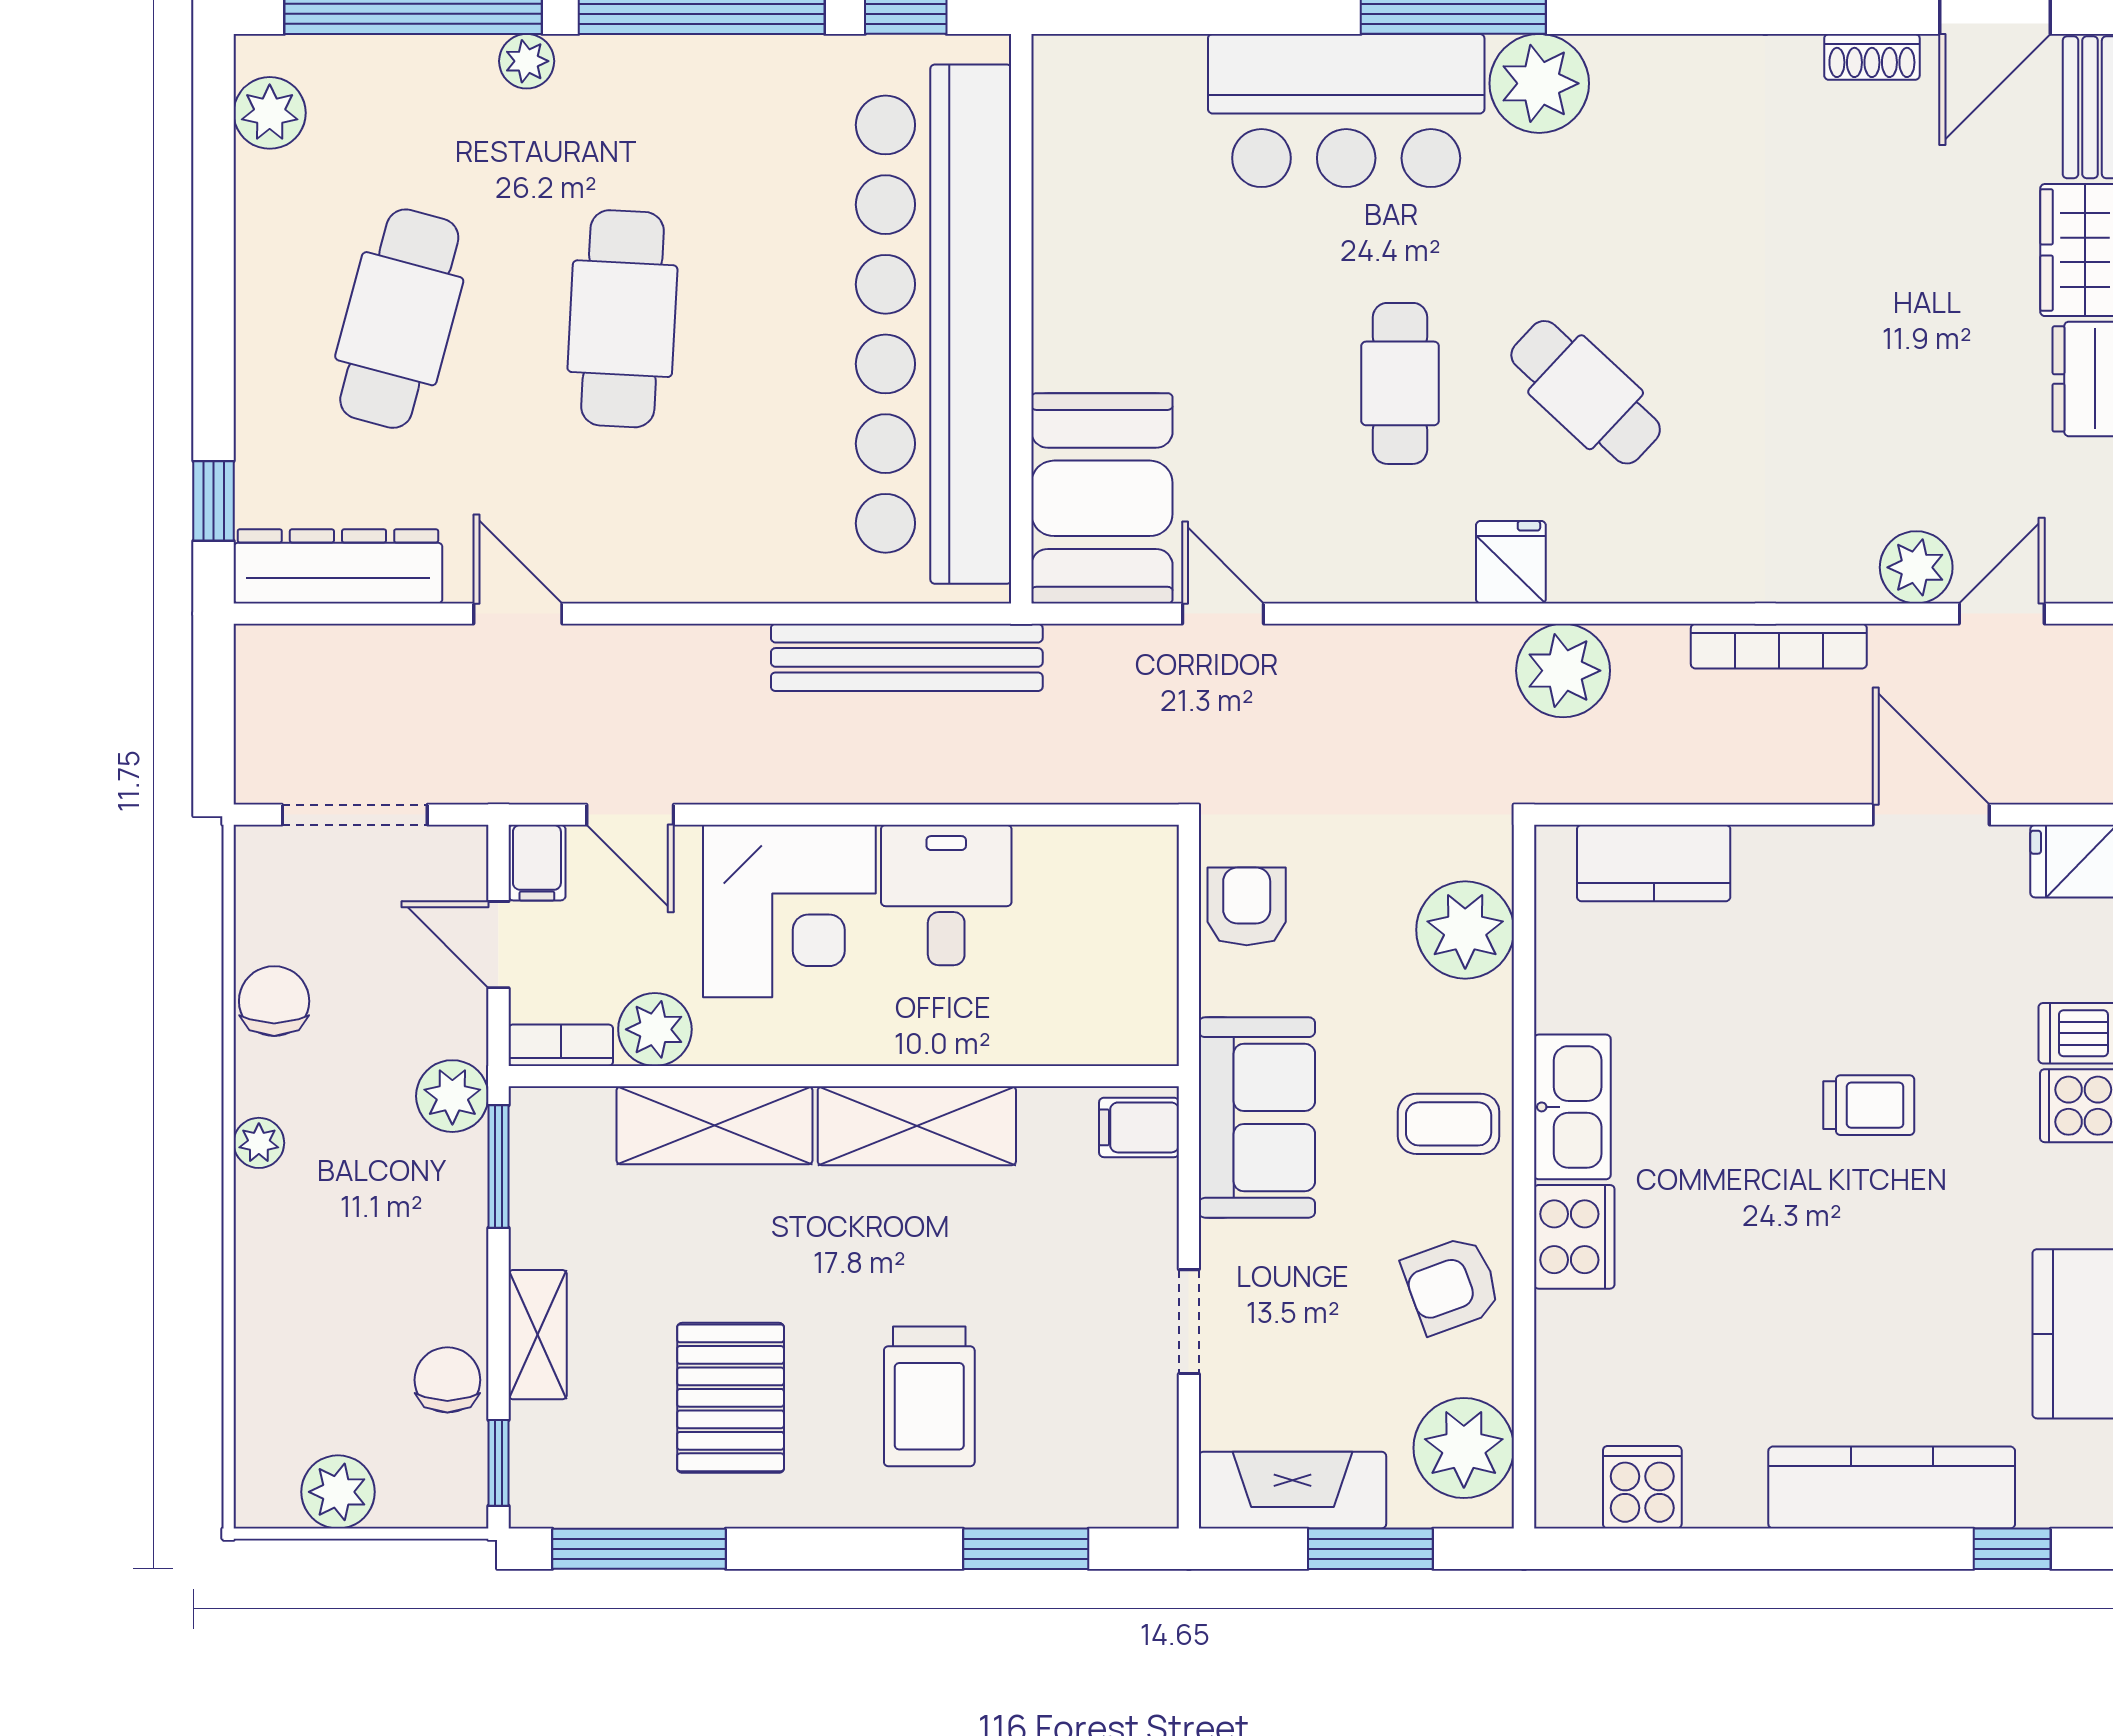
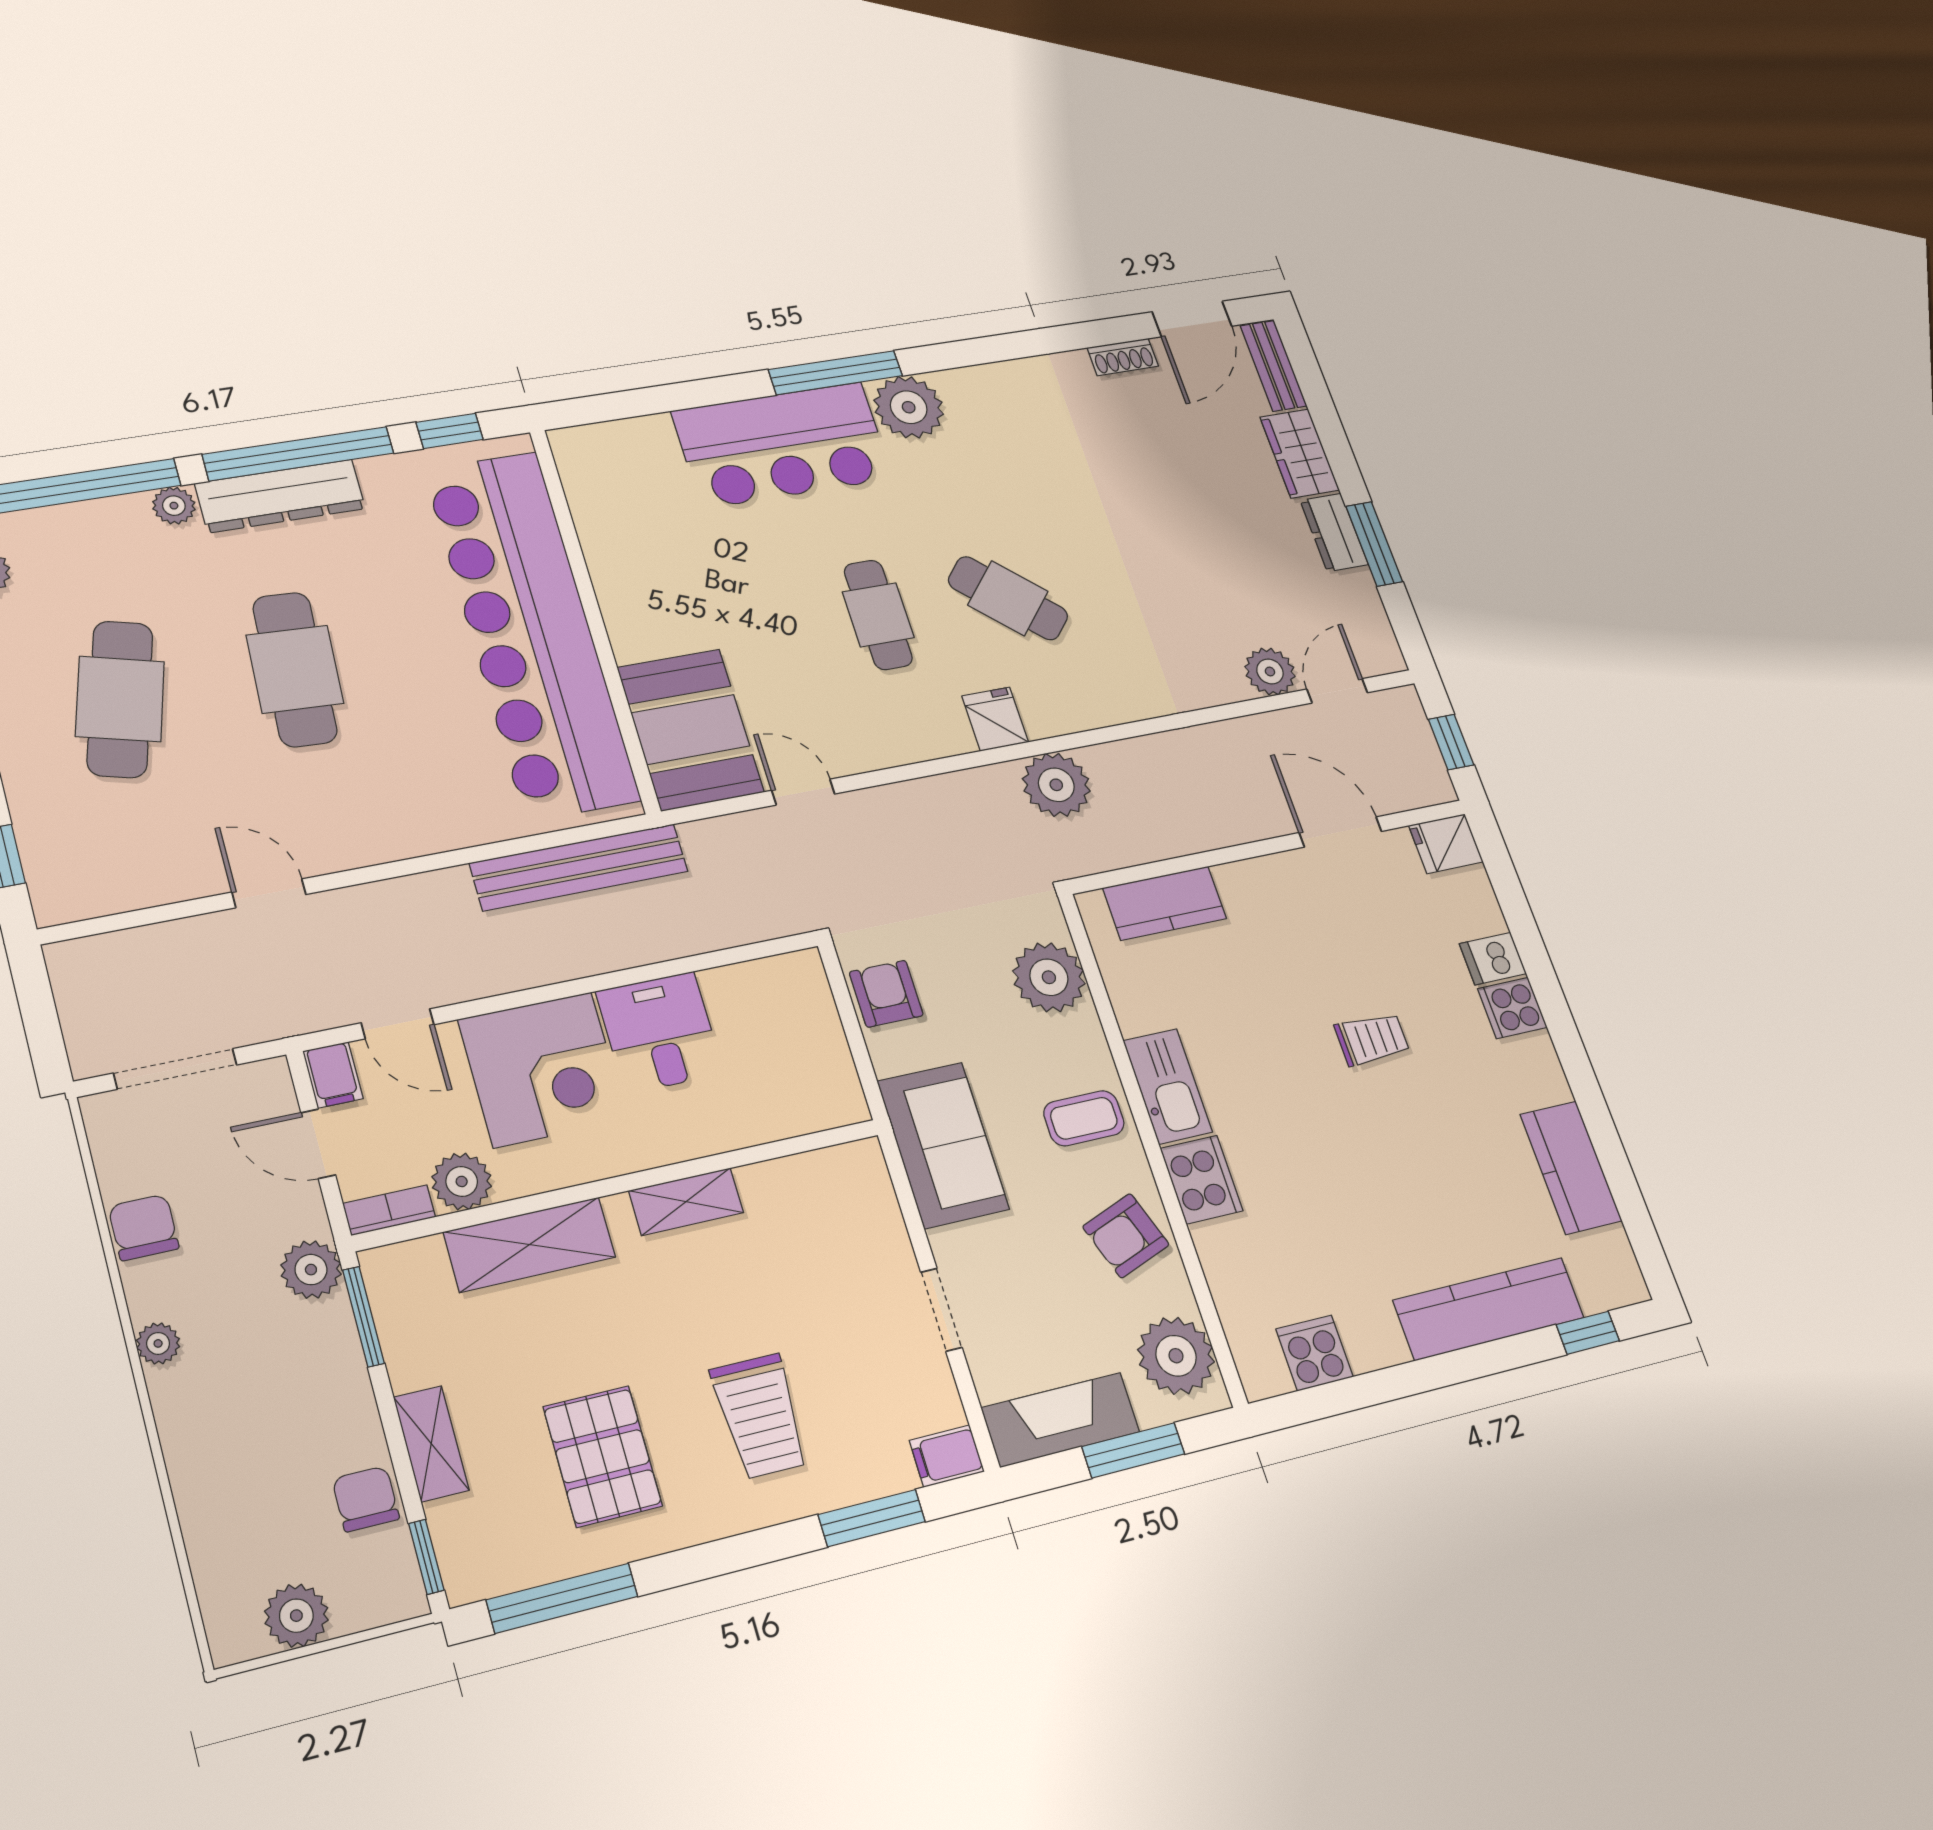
dresser: (338, 566) -> (280, 496), moved, turned 180
bookcase: (1779, 646) -> (1198, 740), removed
shelving: (917, 1126) -> (686, 1202), width x0.67, depth x0.75
filing cabinet: (1139, 1127) -> (947, 1456), moved

